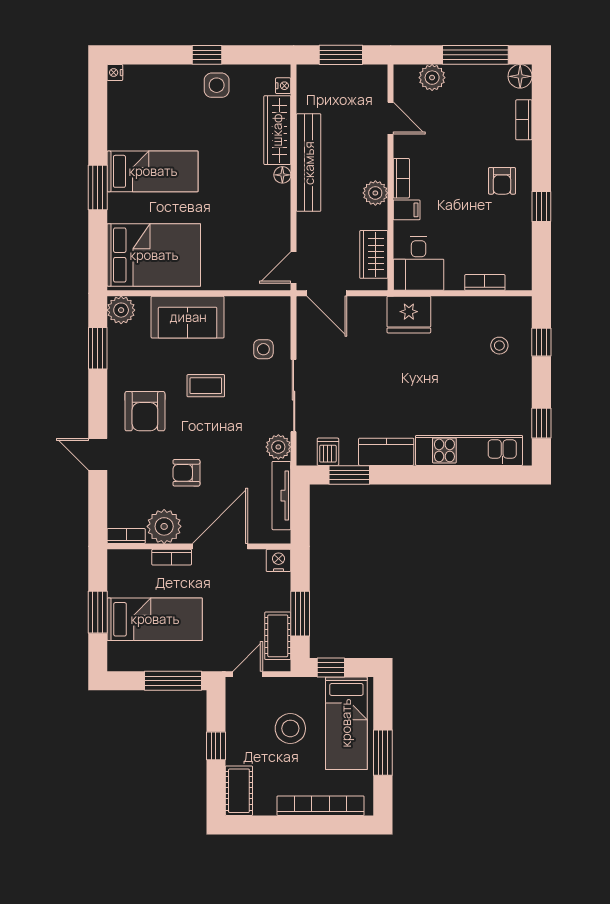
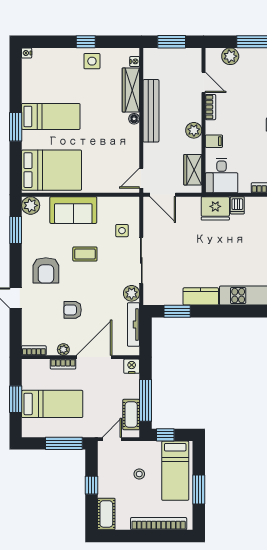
bookcase: (401, 178) -> (210, 107), moved
dishwasher: (328, 452) -> (237, 205), moved, turned 180
plant: (164, 526) -> (63, 349), width x0.53, depth x0.53
window: (300, 614) -> (146, 400), width x1.44
stool: (290, 728) -> (139, 474), width x0.53, depth x0.53

